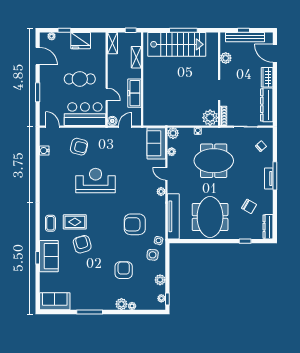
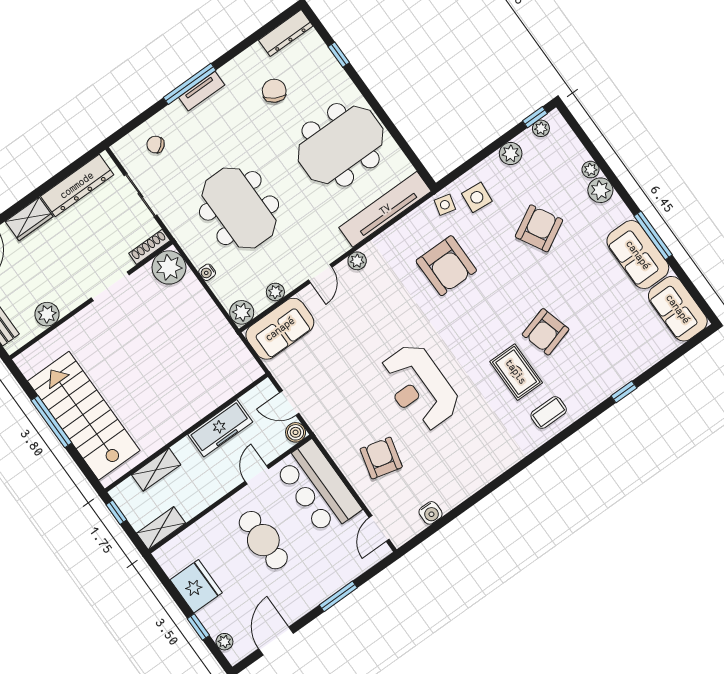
sofa: (49, 256) -> (638, 255), moved, turned -90
armchair: (124, 270) -> (539, 228), turned 151

